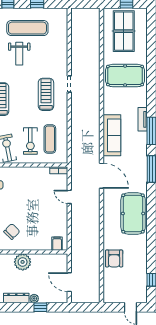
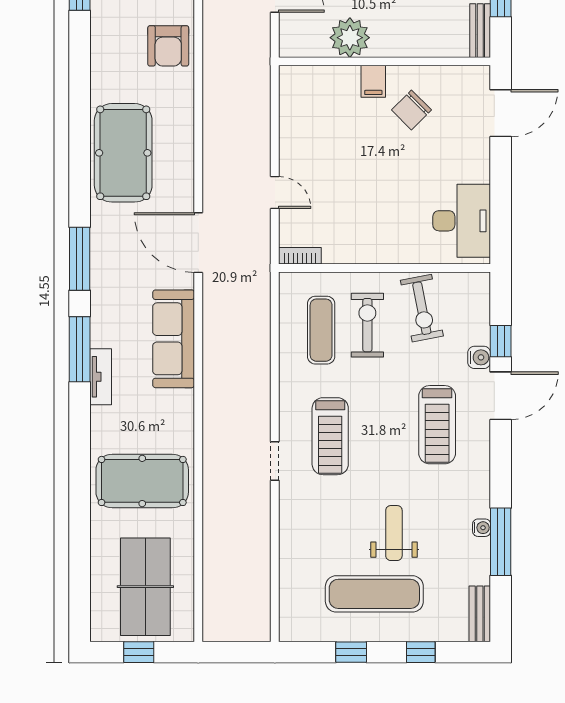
filing cabinet: (57, 244) -> (373, 81), moved
armchair: (114, 258) -> (168, 46), turned 180
plant: (23, 262) -> (350, 38), moved

